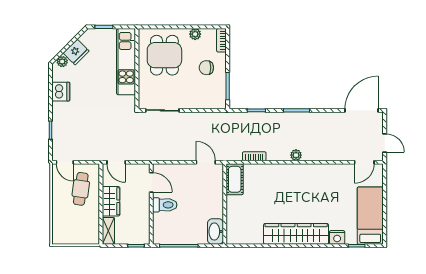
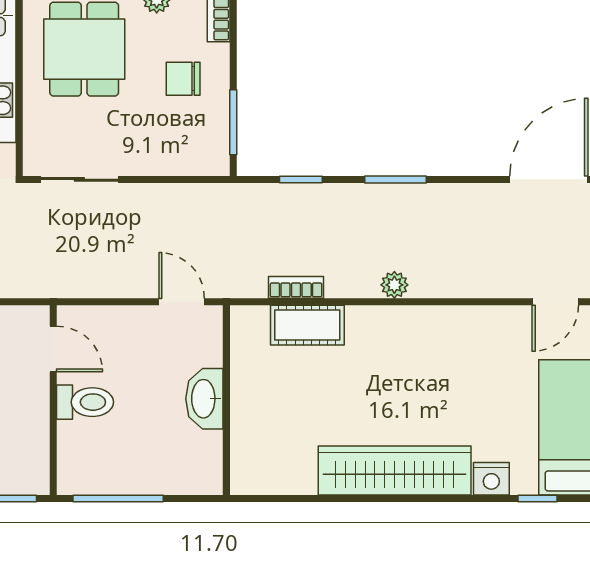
cot: (235, 179) -> (307, 325), moved, turned 90
washbasin: (215, 232) -> (204, 399), moved

